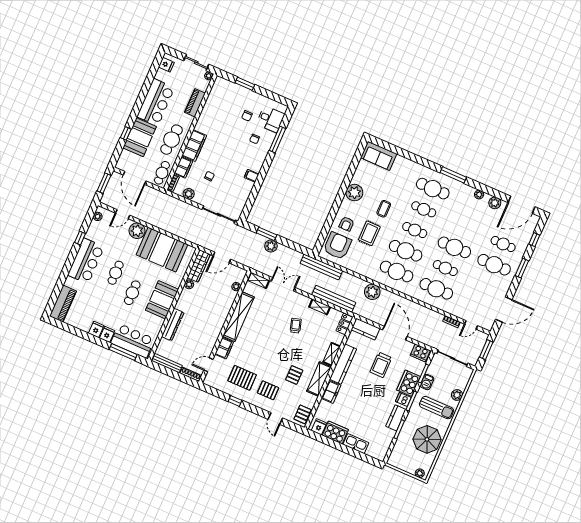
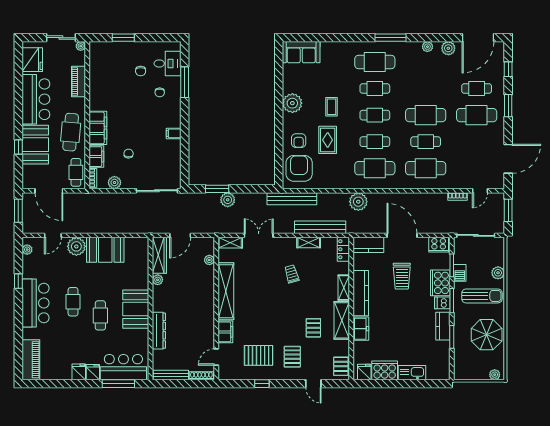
fridge: (166, 65) -> (32, 60), width x1.88, depth x1.34
booth: (162, 250) -> (105, 250), width x0.73, depth x0.70
cafe table: (406, 251) -> (375, 142), width x0.73, depth x0.74
pallet: (268, 390) -> (292, 357), turned 90

